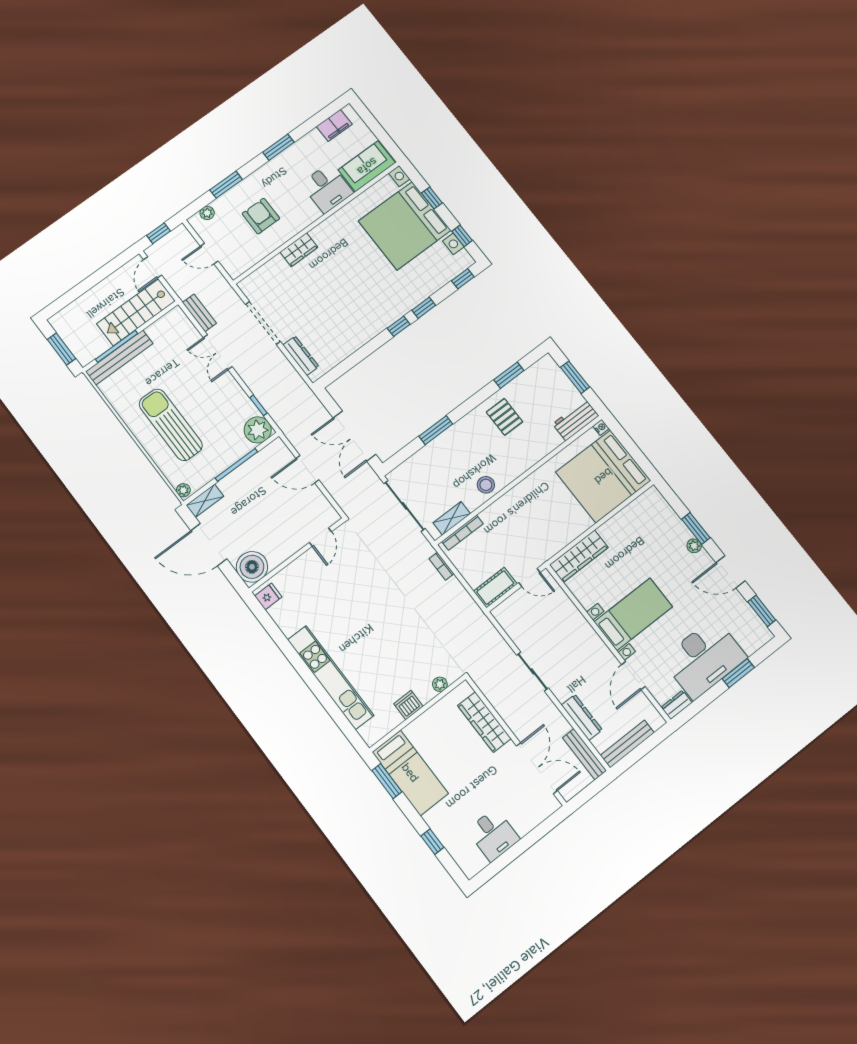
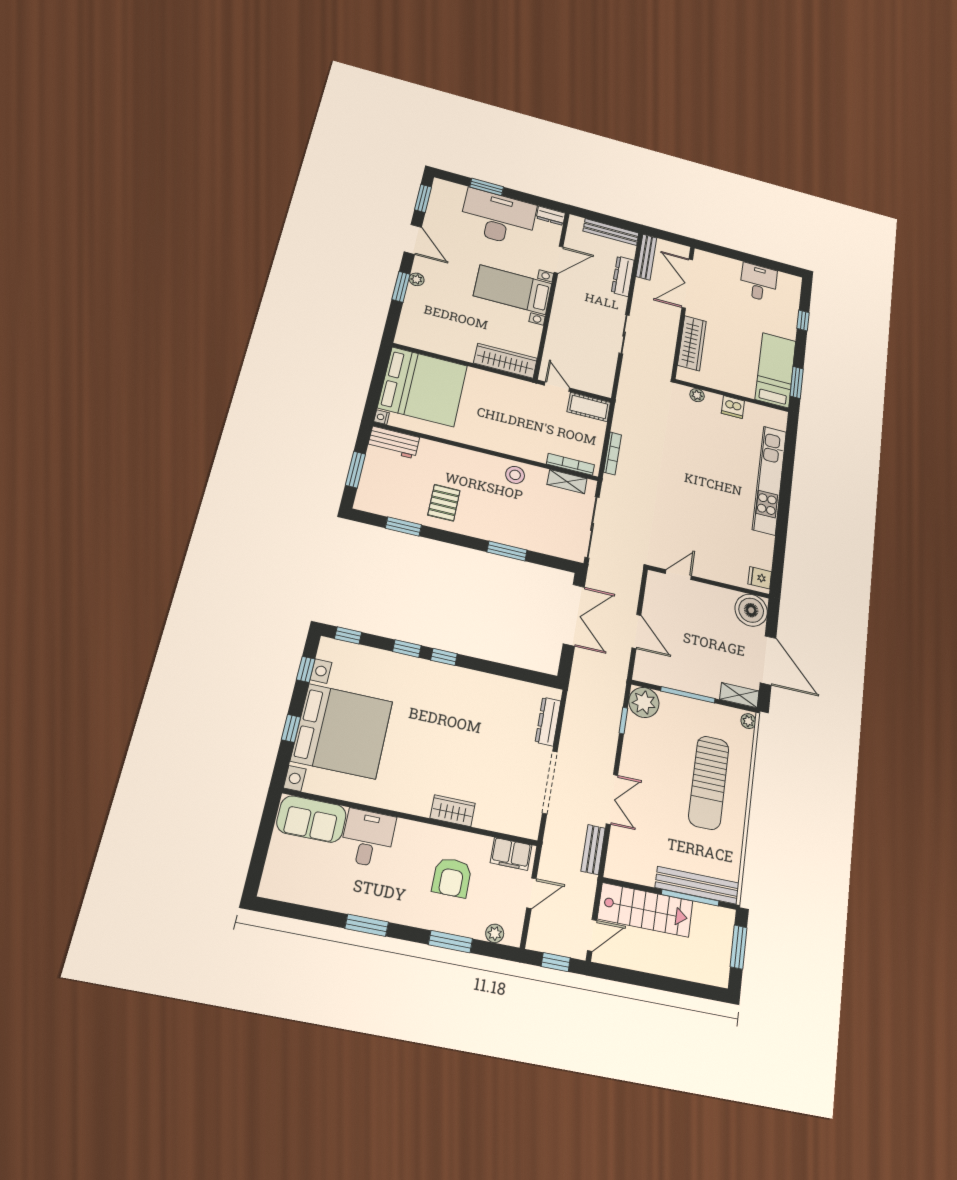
filing cabinet: (334, 125) -> (511, 854), moved, turned 180
door: (209, 254) -> (531, 893), hinge flipped
bookcase: (441, 566) -> (613, 453), width x1.56

